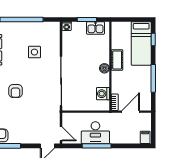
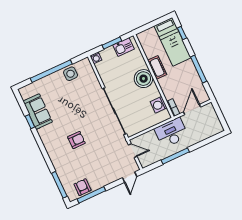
side table: (34, 52) -> (71, 74), moved
boiler: (104, 68) -> (144, 79), width x1.86, depth x1.86
armchair: (15, 91) -> (76, 140), turned -90
desk: (95, 133) -> (171, 133), moved, turned 180
door: (61, 134) -> (133, 151), moved
filing cabinet: (145, 137) -> (217, 127), removed

